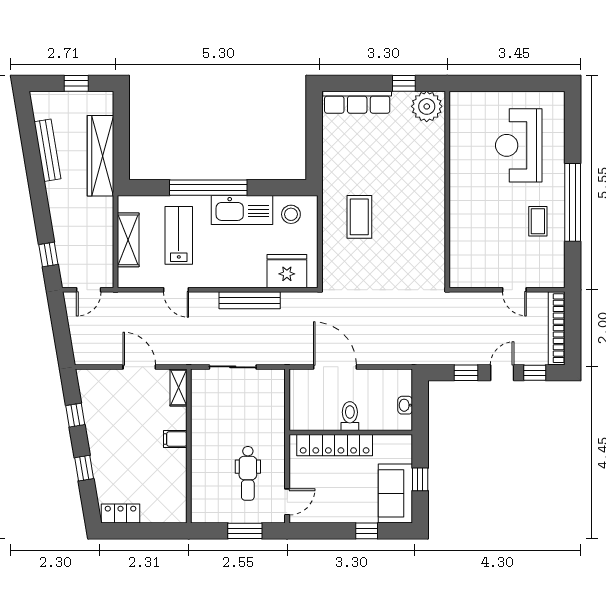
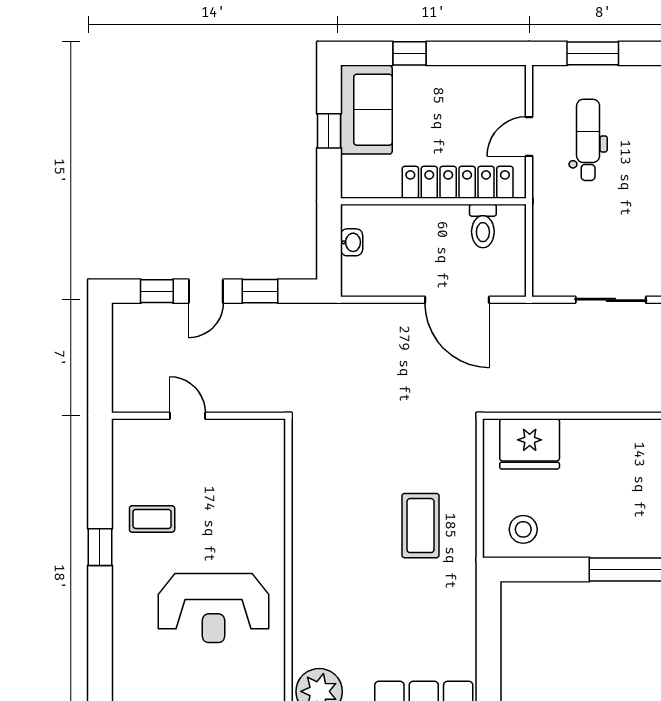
reception desk: (519, 145) -> (214, 608), moved, turned 90
window: (573, 202) -> (100, 547), width x0.32
kitchen sink: (242, 210) -> (597, 536), removed
coffee table: (538, 221) -> (152, 519), turned 90
bench: (250, 300) -> (586, 400), removed
bookcase: (557, 328) -> (124, 358), removed
toilet: (350, 416) -> (483, 226), moved
door: (287, 502) -> (529, 136), moved

